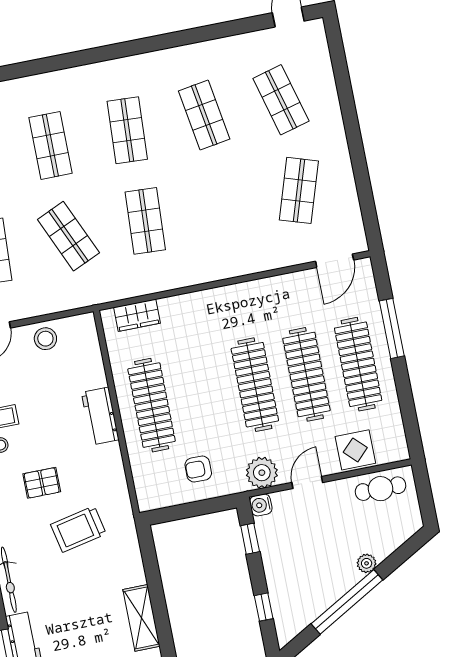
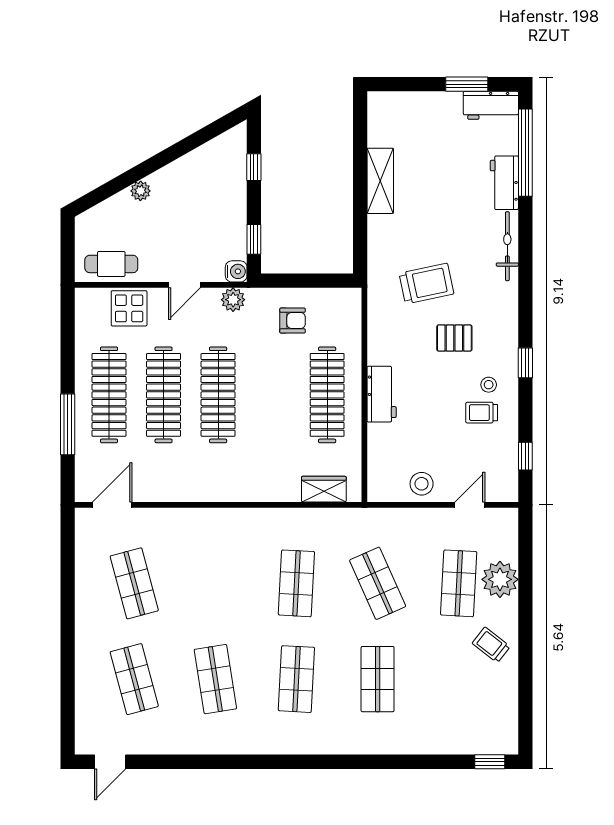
shop shelf: (299, 190) -> (134, 583), turned -33
plant: (262, 473) -> (233, 300), width x0.73, depth x0.73
window: (347, 602) -> (168, 156), removed

